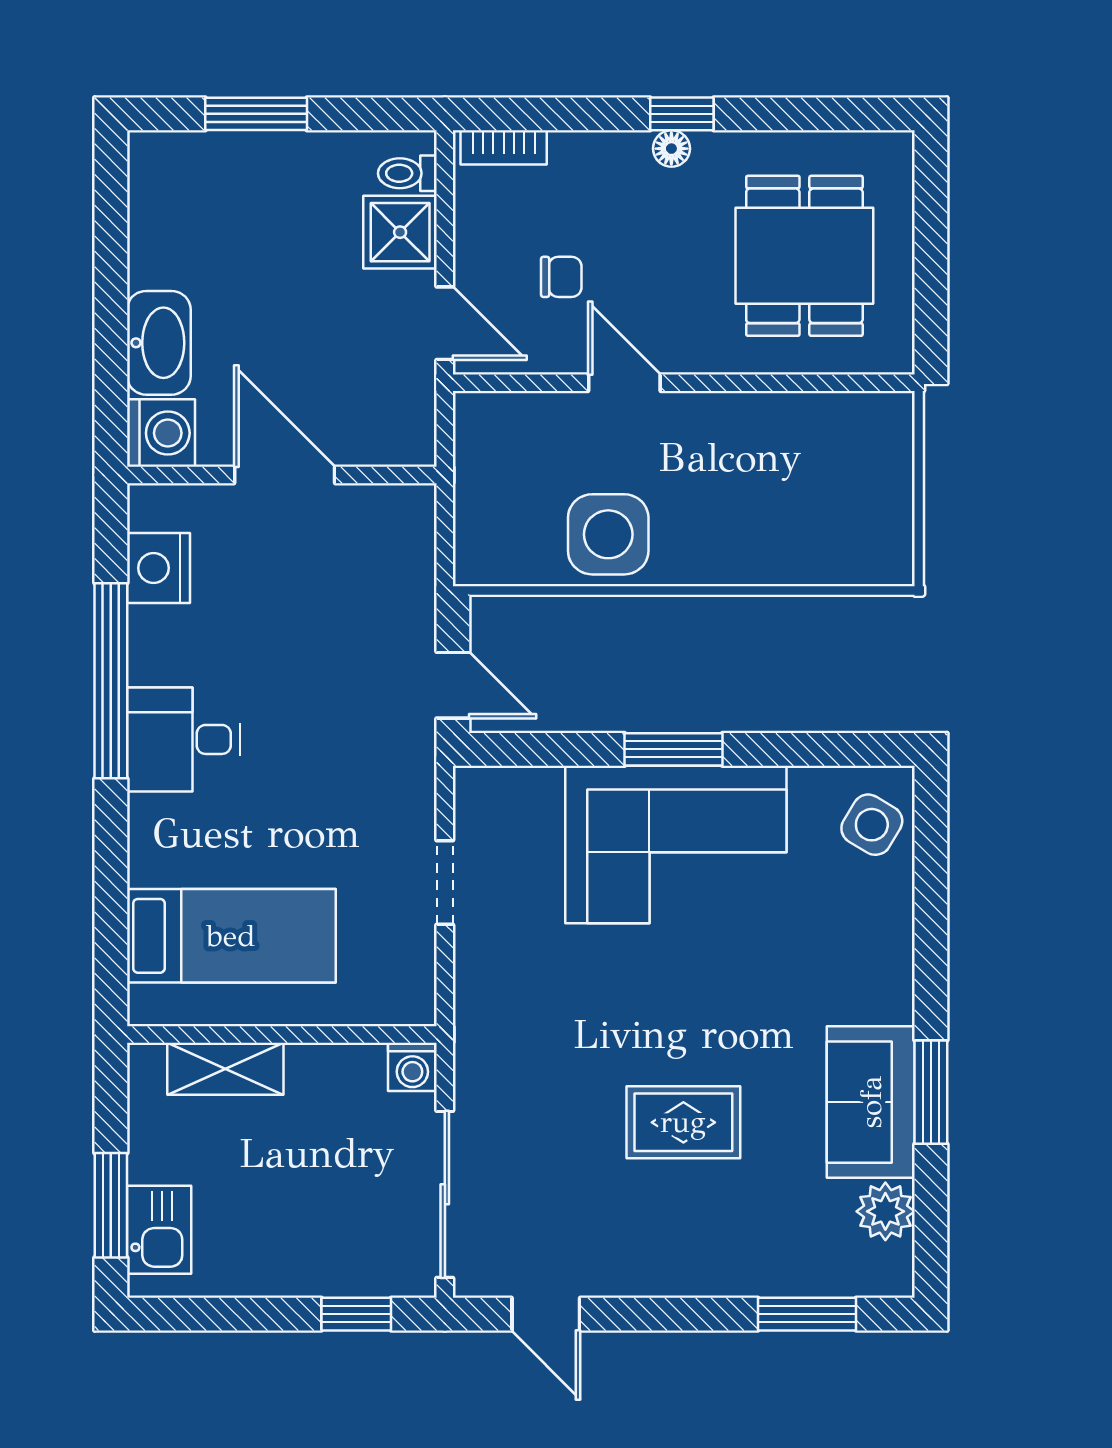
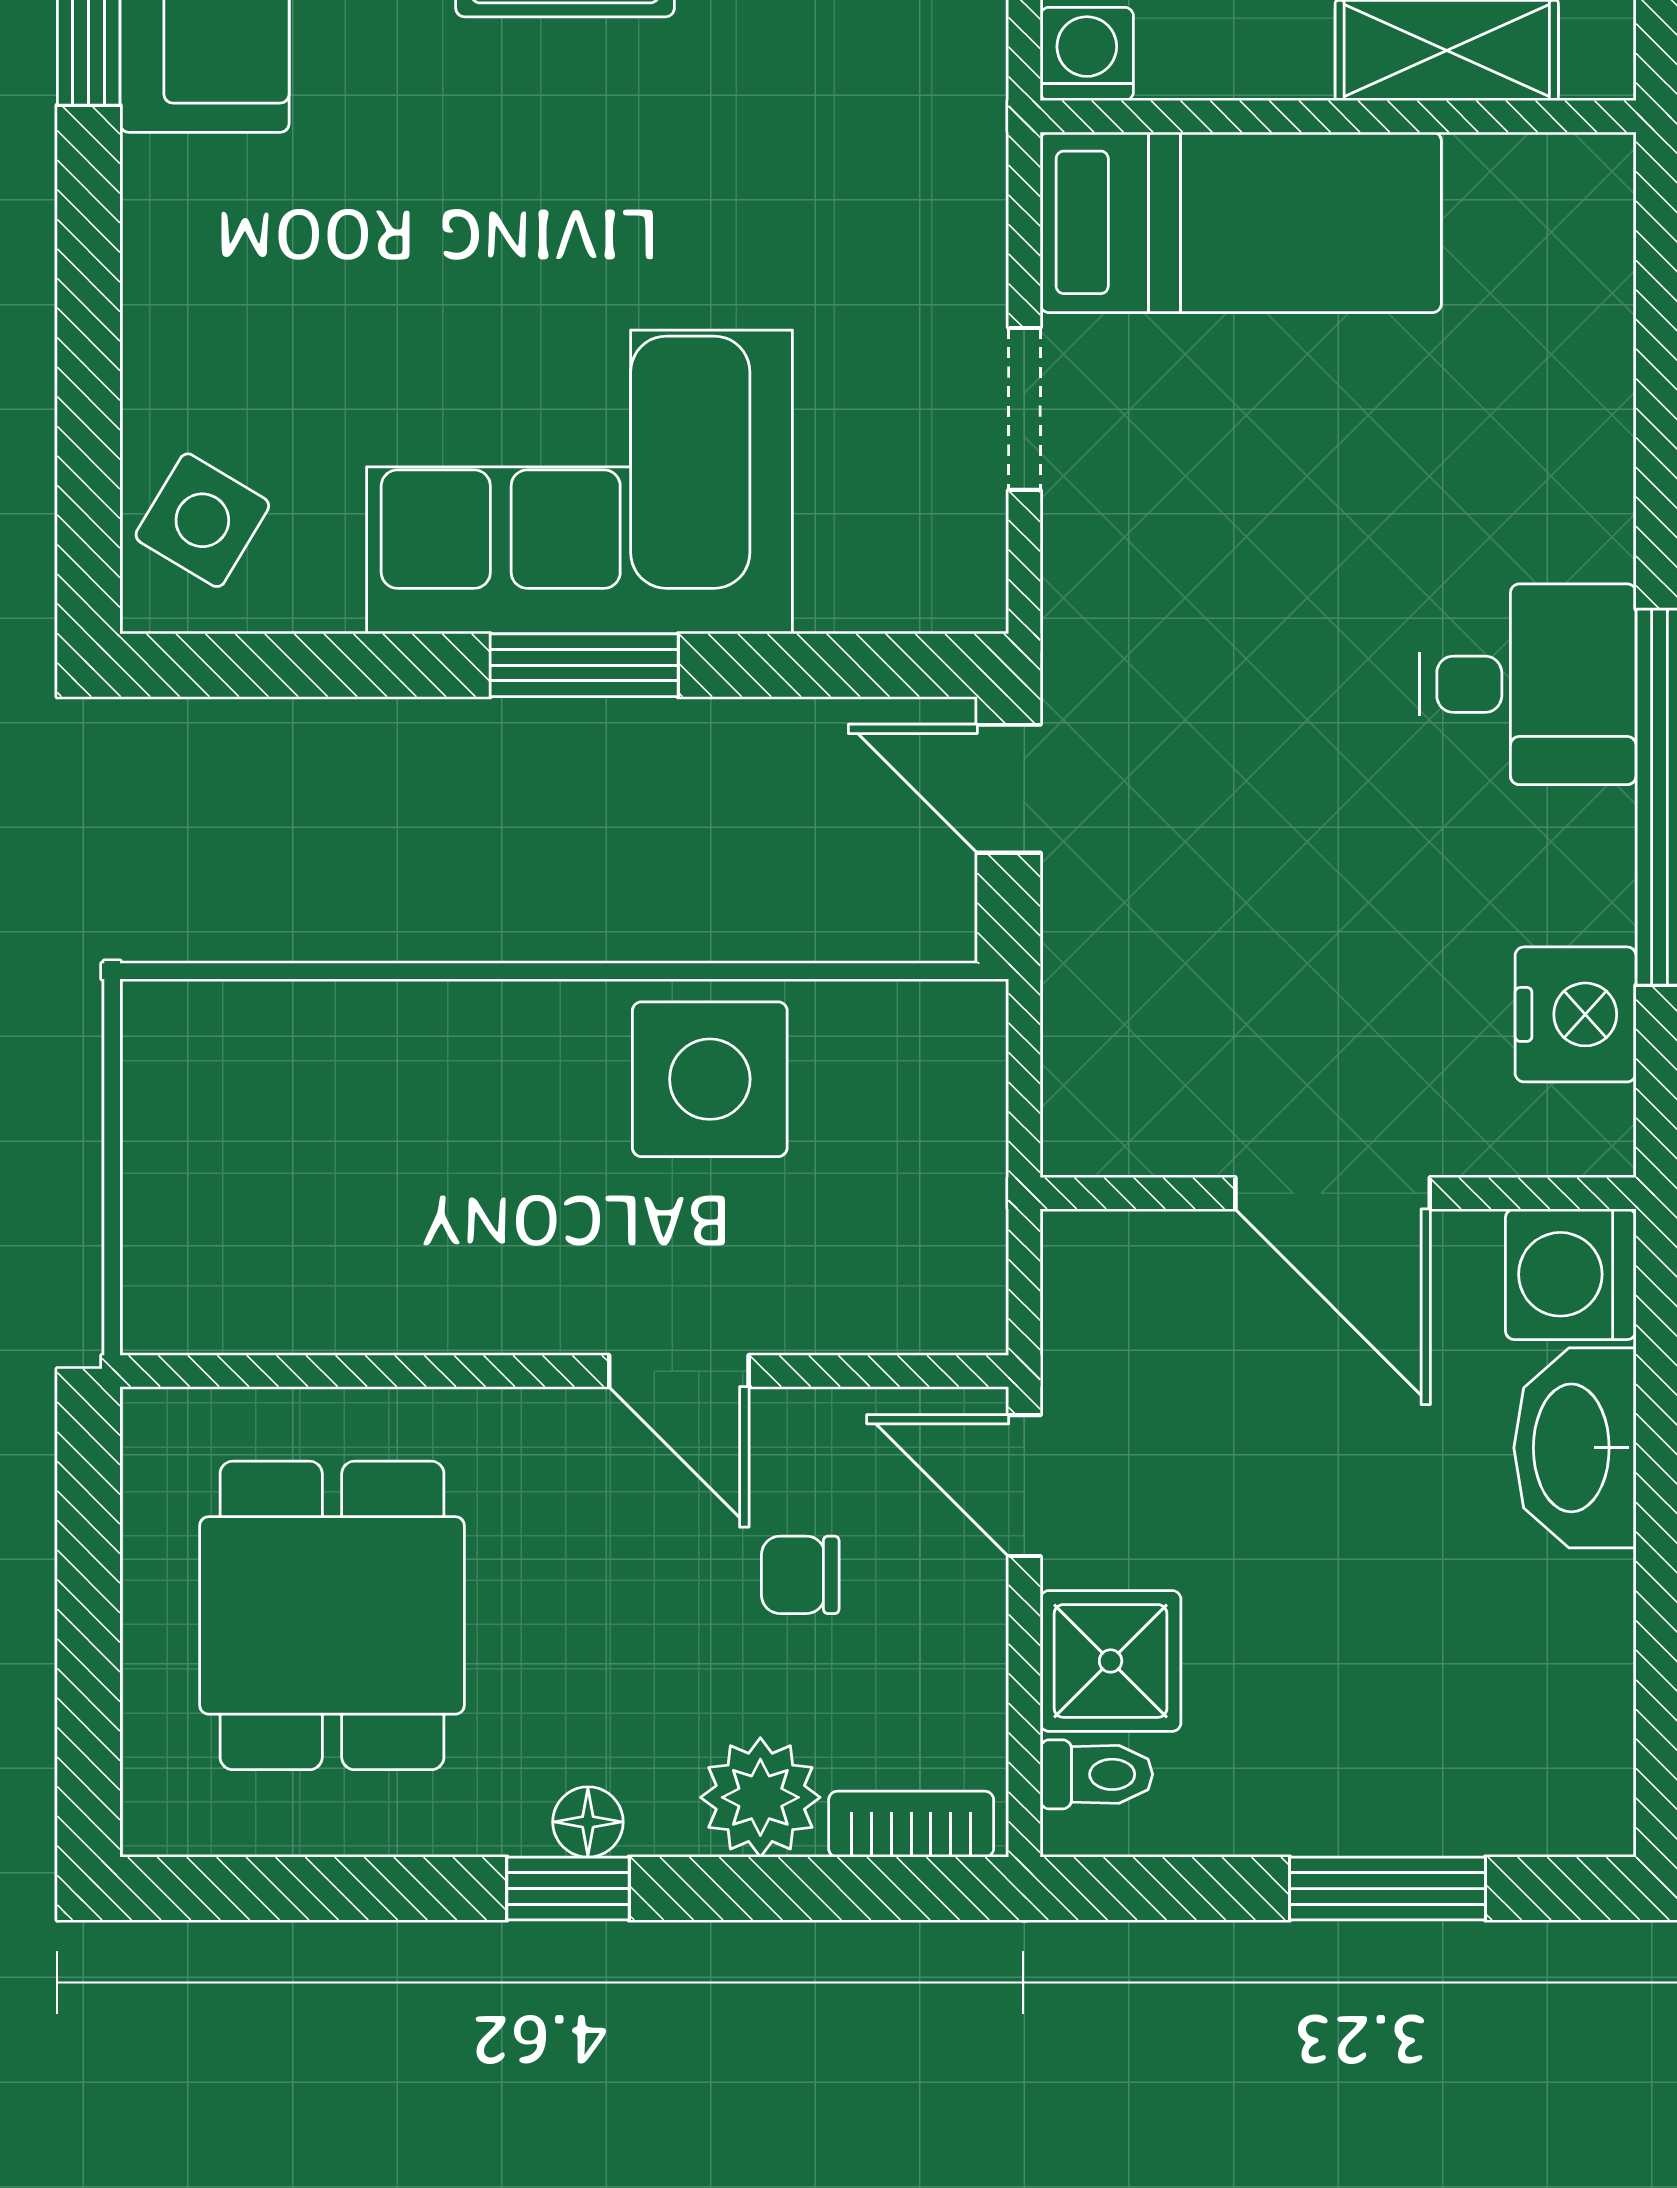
plant: (582, 161) -> (760, 1797), added
bed: (231, 936) -> (1241, 222), moved, turned 180

